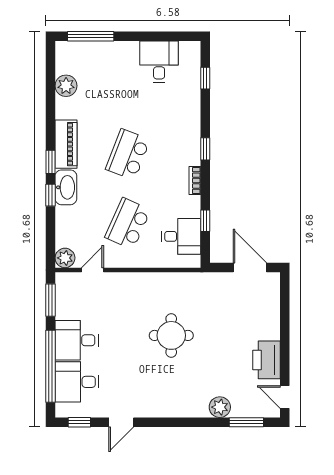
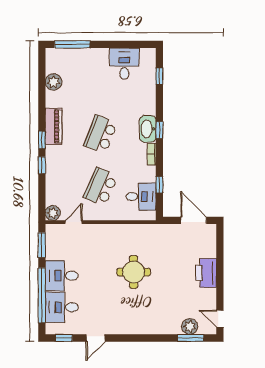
washbasin: (66, 187) -> (148, 129), moved, turned 180
printer: (266, 360) -> (206, 273), moved
plant: (220, 407) -> (190, 327), moved

